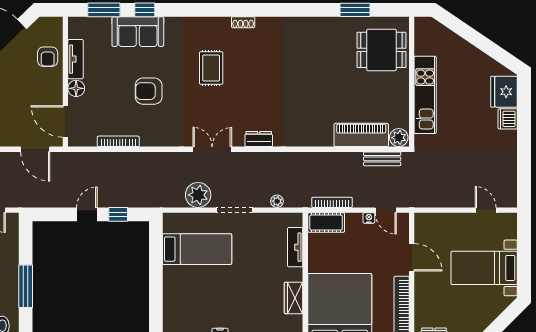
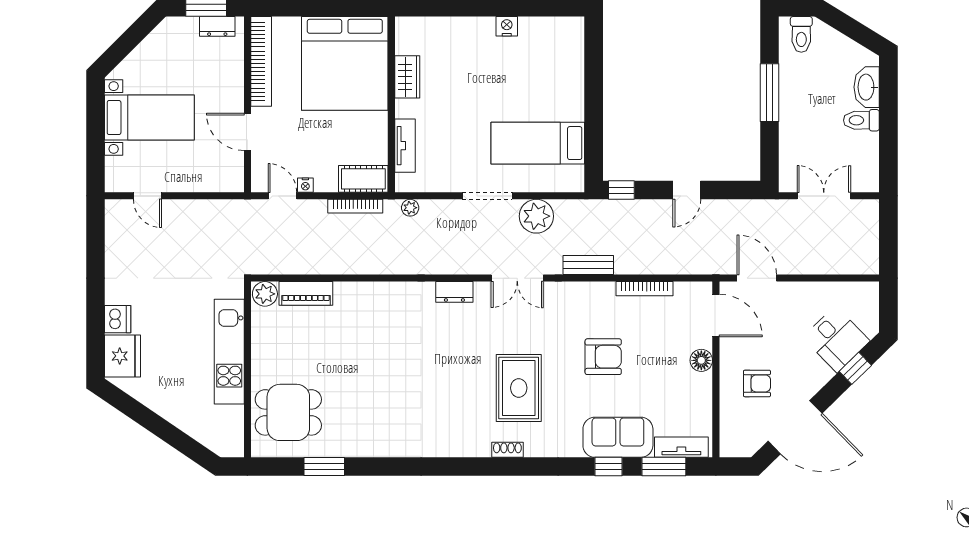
shoe rack: (243, 22) -> (507, 450), moved
armchair: (48, 57) -> (757, 383), moved, turned 90
tv unit: (75, 59) -> (681, 447), moved, turned 90
rug: (211, 68) -> (519, 388), width x1.36, depth x1.43
piano: (361, 135) -> (306, 293), width x0.73, depth x0.75
bench: (382, 159) -> (588, 265), moved
plant: (277, 201) -> (410, 208), moved
window: (118, 214) -> (621, 190), moved

